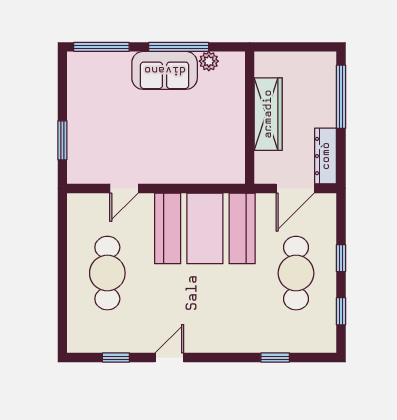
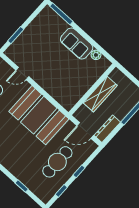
window: (179, 47) -> (90, 40), removed

